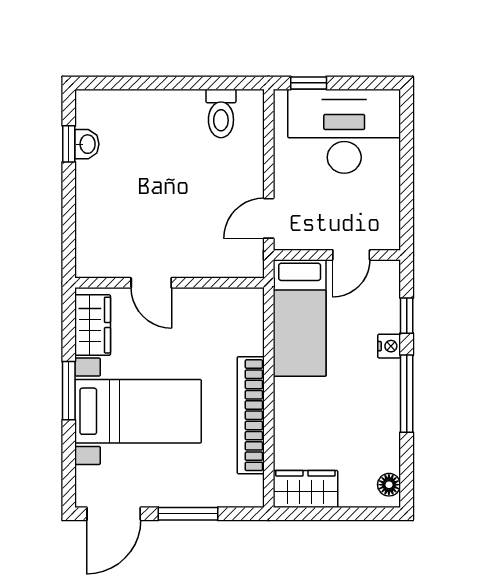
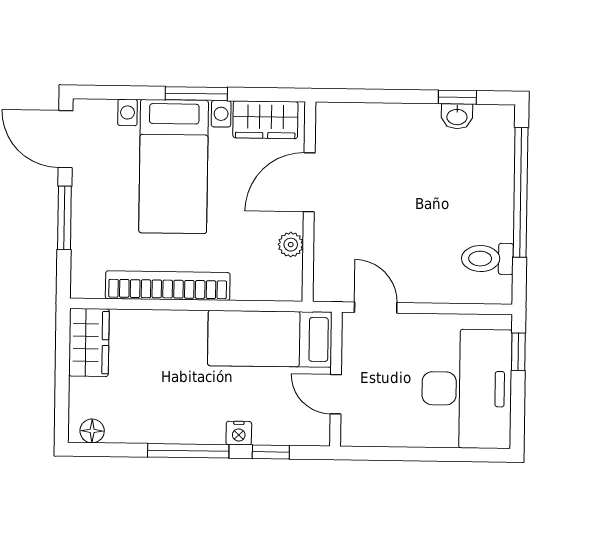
window: (158, 83) -> (521, 192), added
door: (151, 283) -> (309, 182), width x1.38
plant: (210, 299) -> (291, 245), added

